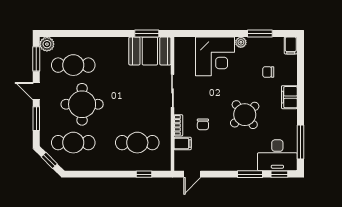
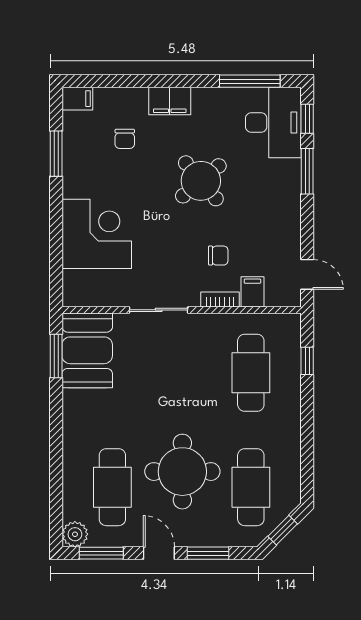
plant: (241, 42) -> (72, 188), removed
door: (36, 91) -> (159, 553), swing flipped

